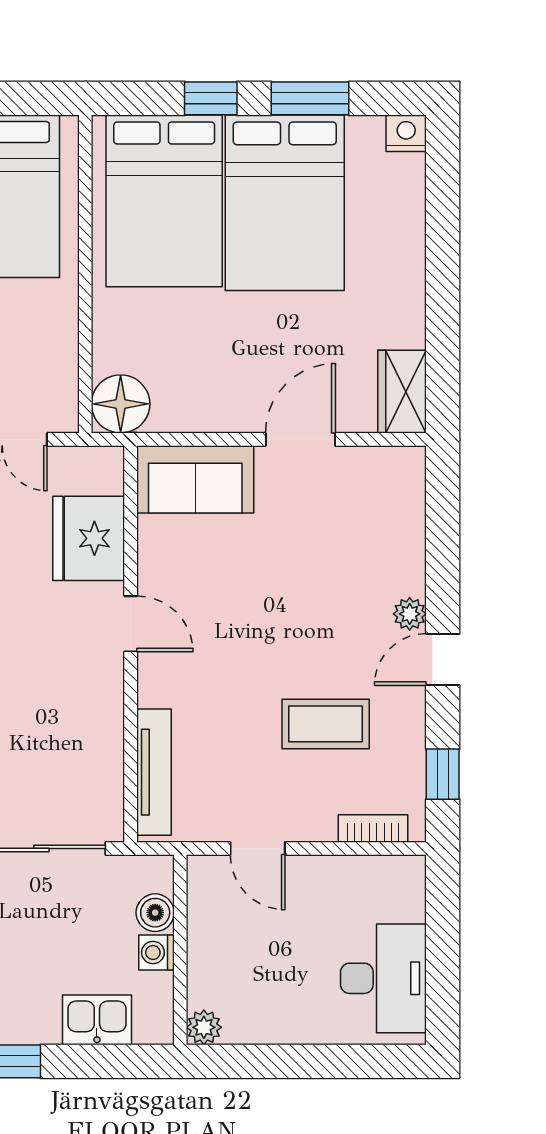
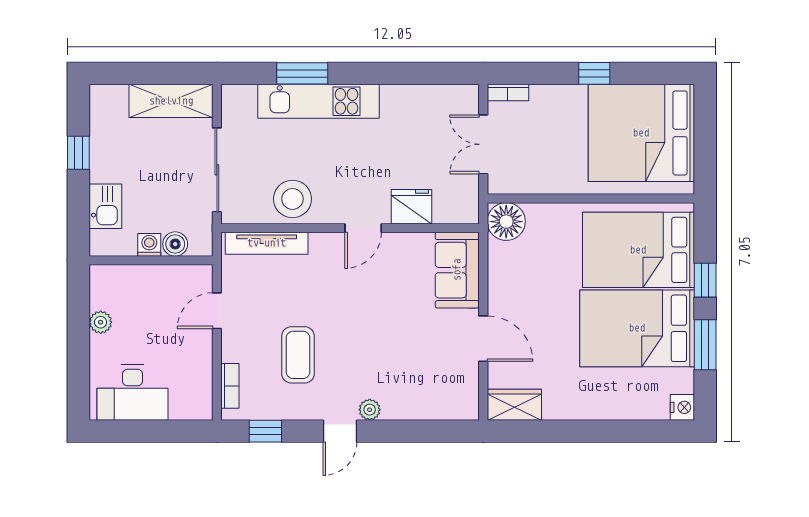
fridge: (89, 538) -> (412, 207), width x0.73, depth x0.75
door: (443, 660) -> (340, 431), swing flipped
stool: (86, 732) -> (292, 199), added
plant: (204, 1027) -> (101, 322), moved

